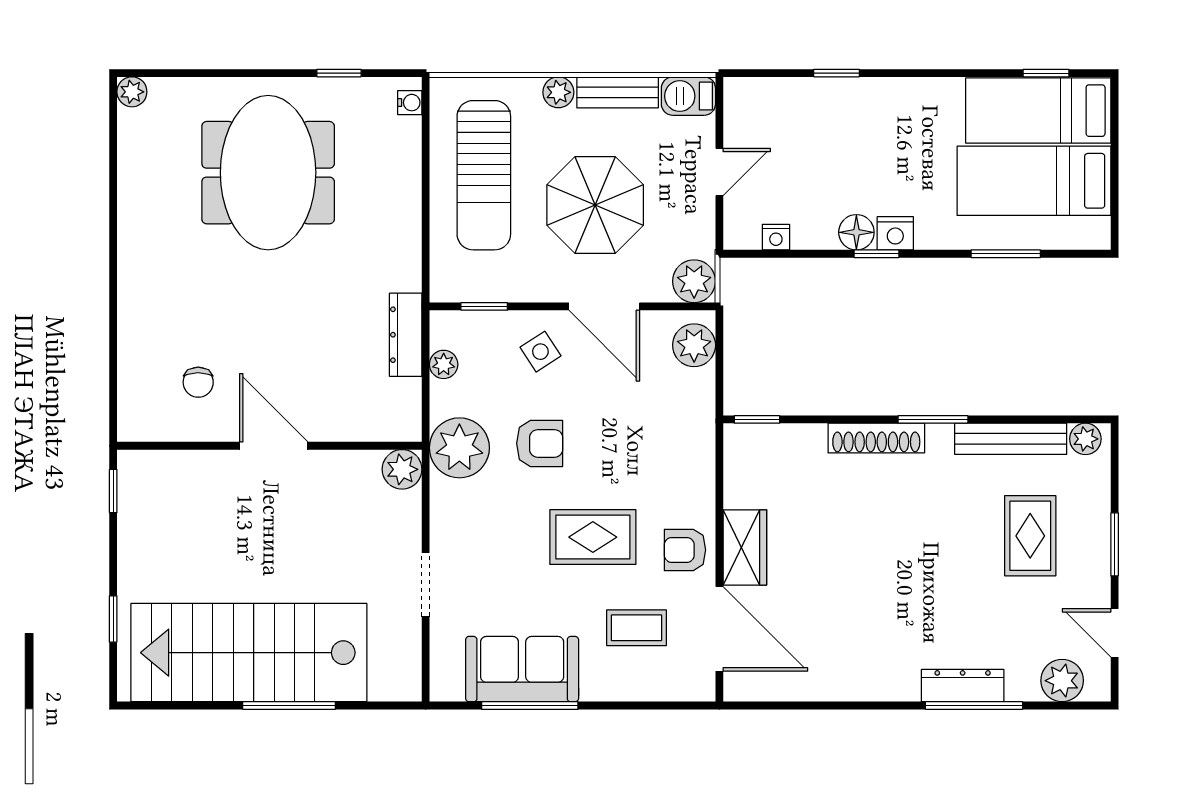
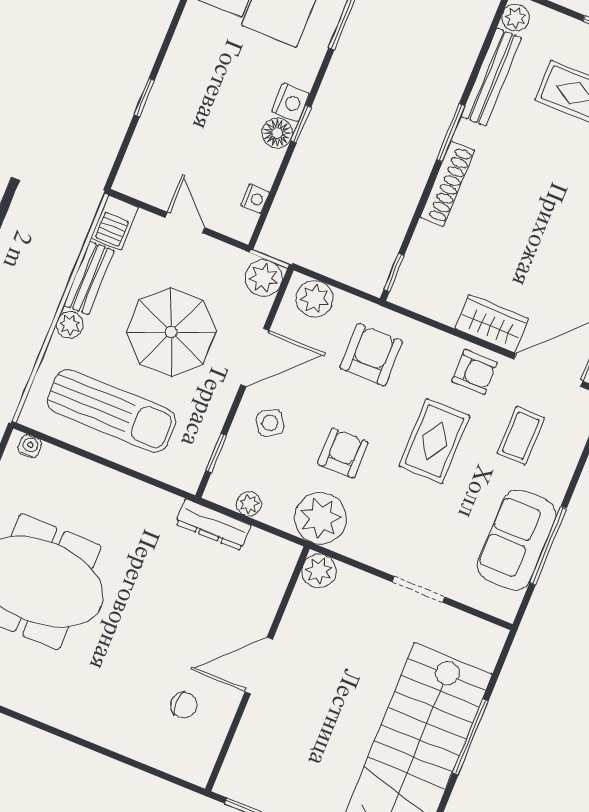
armchair: (658, 431) -> (371, 355), added
armchair: (685, 550) -> (475, 372), turned -90

